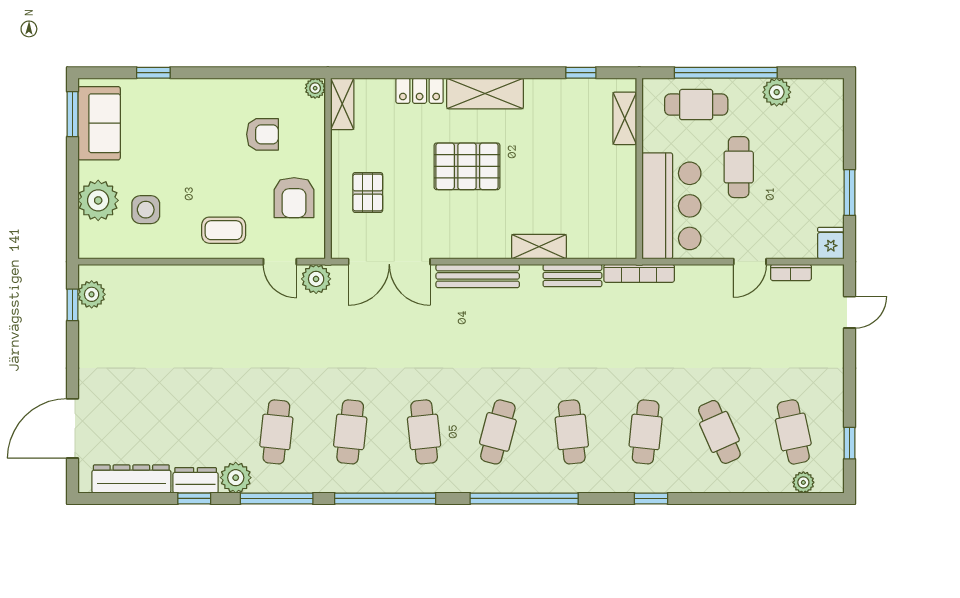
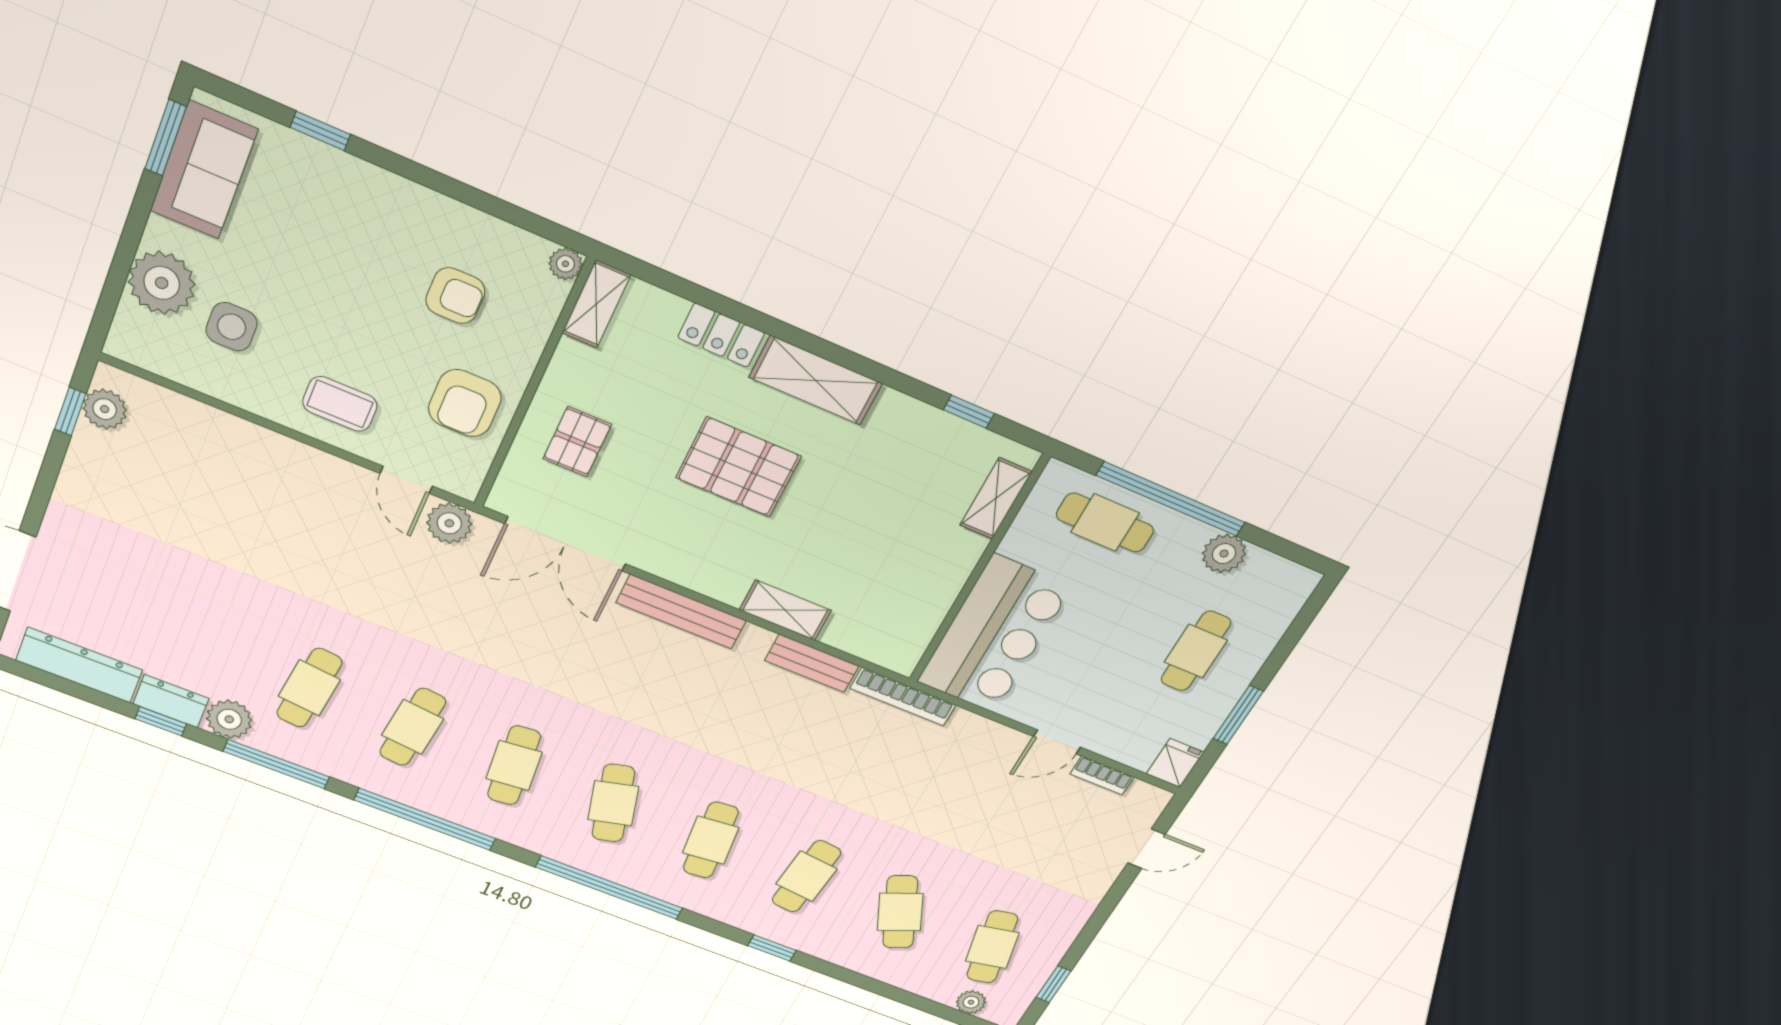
cafe table: (739, 167) -> (1196, 651), moved
cafe table: (498, 432) -> (613, 803), turned -30

